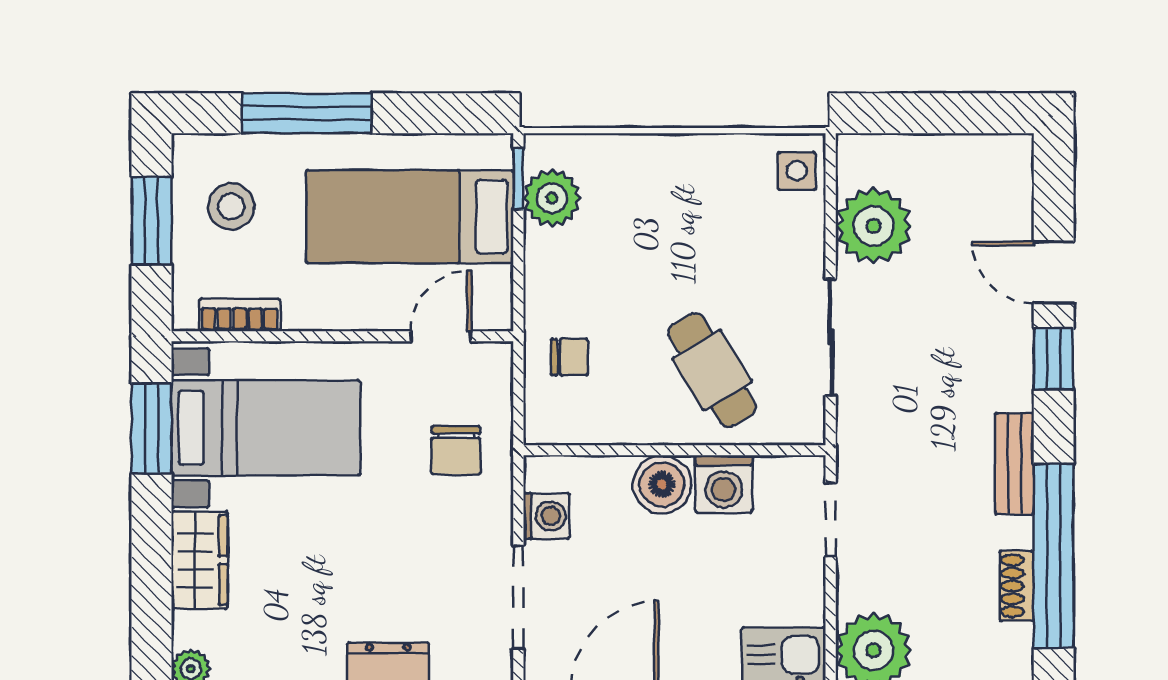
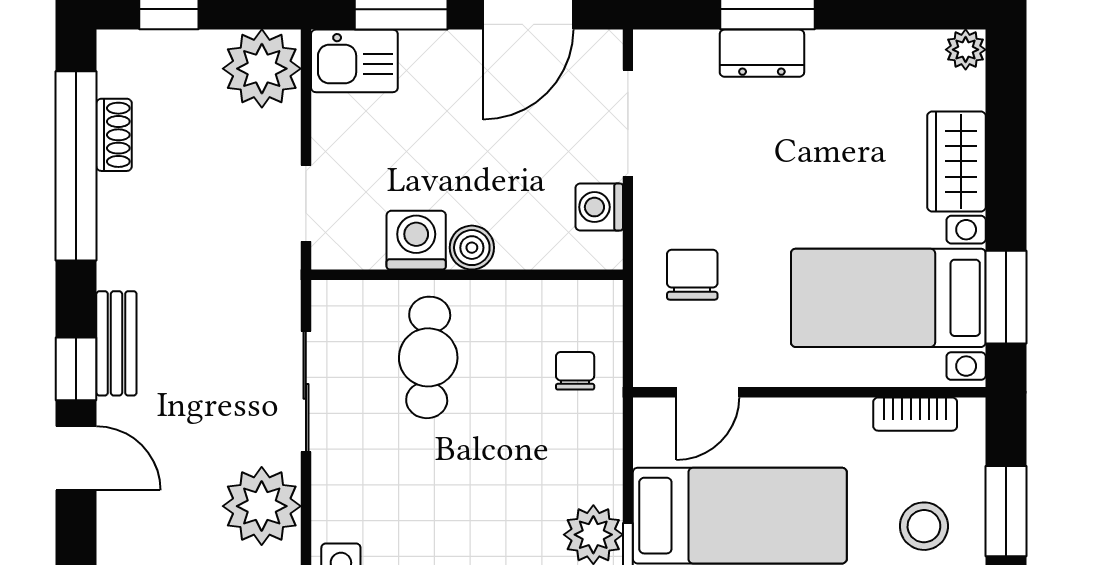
chair: (570, 357) -> (575, 371), turned 90
cafe table: (712, 370) -> (428, 357), turned 33
bench: (1014, 464) -> (116, 343), moved
boiler: (662, 484) -> (472, 248), width x0.73, depth x0.73

